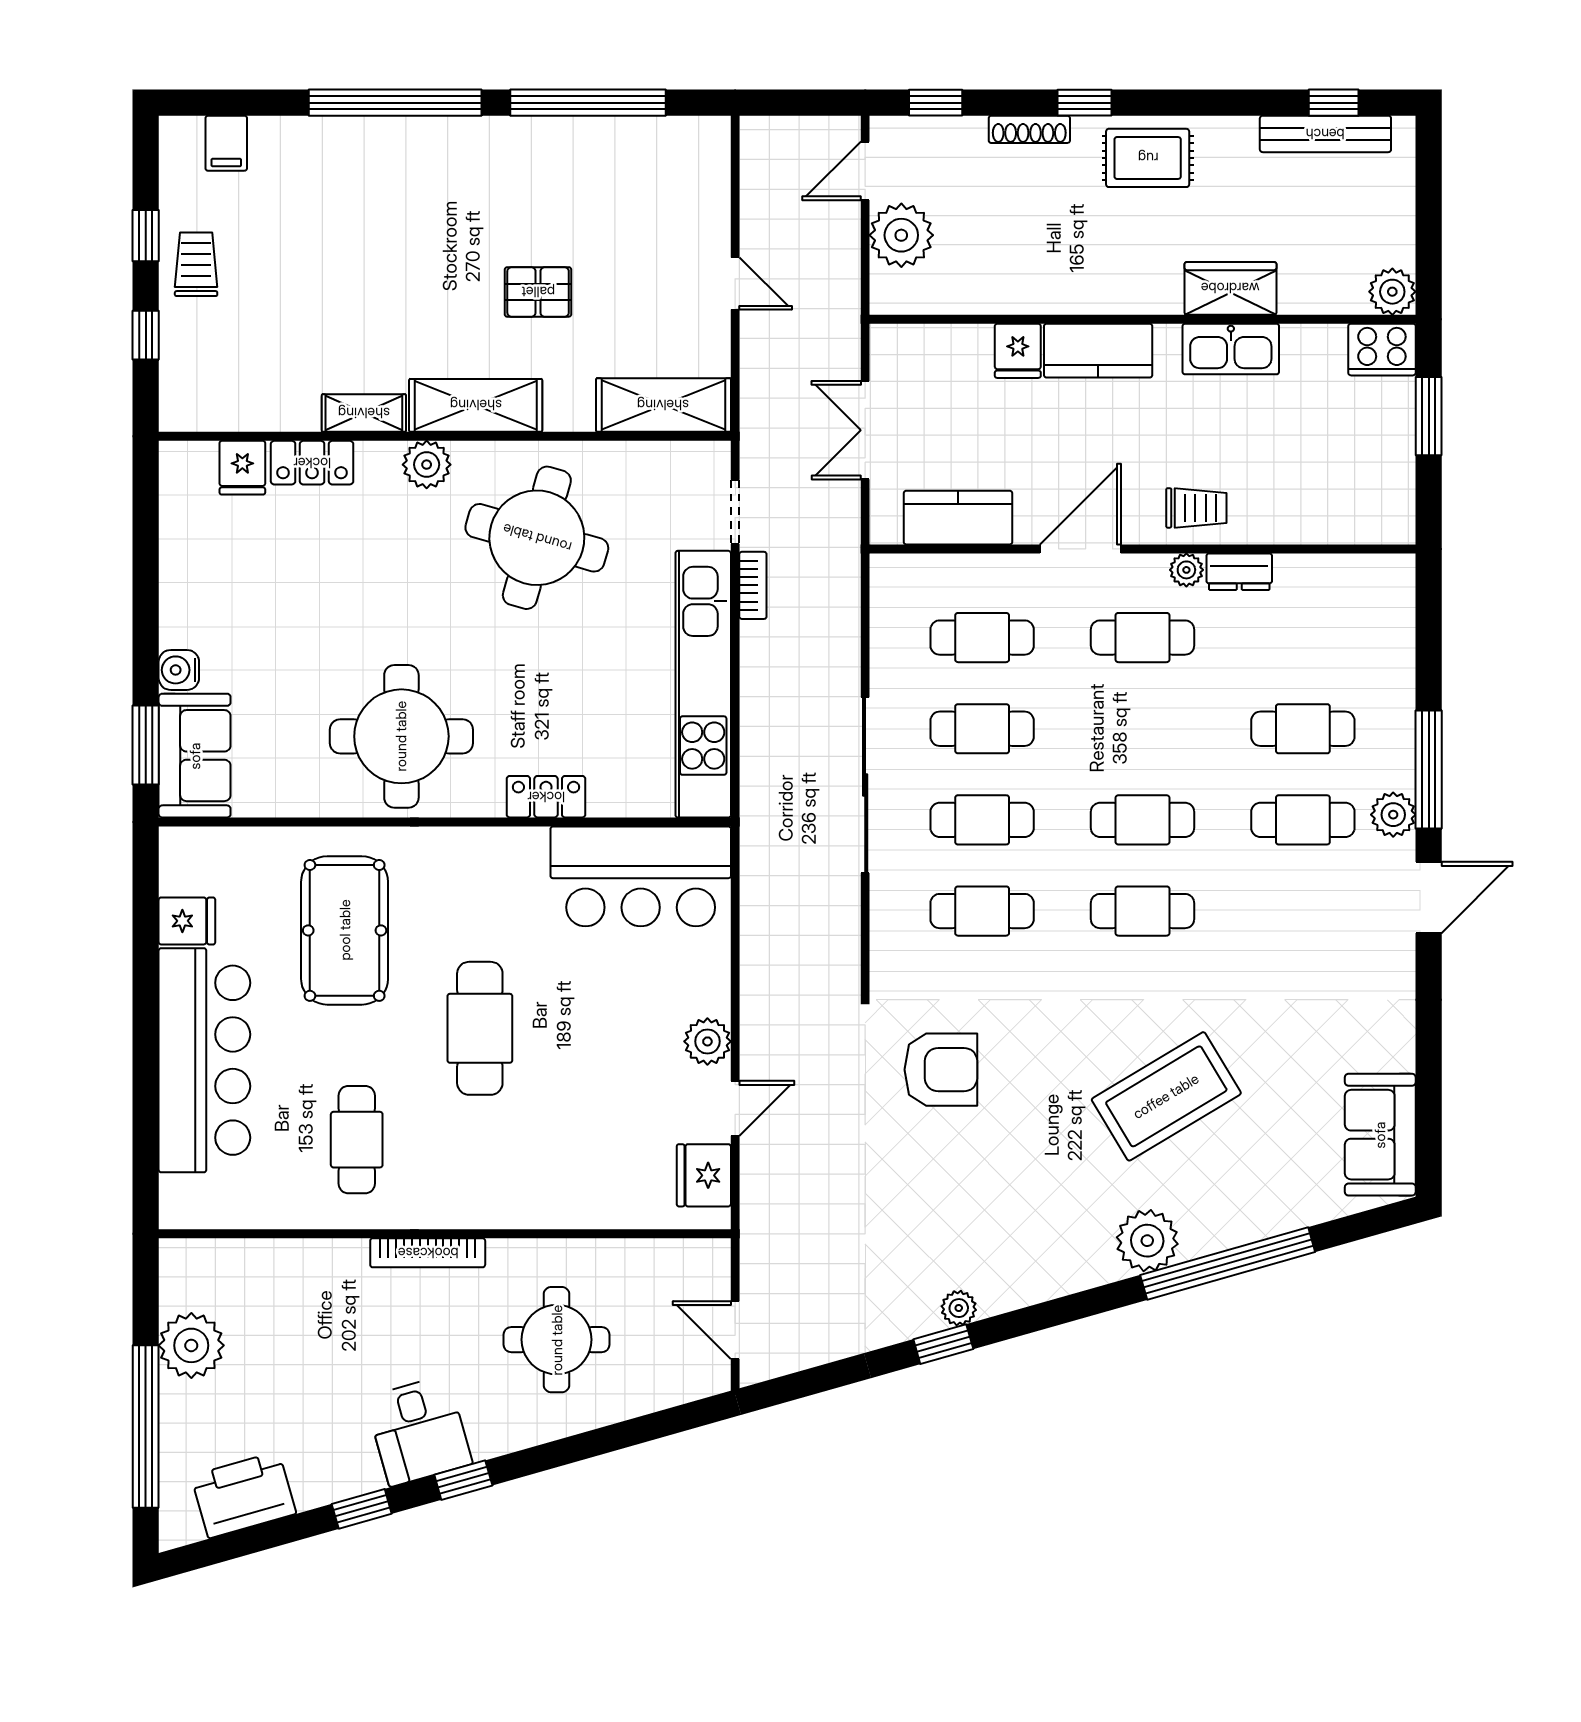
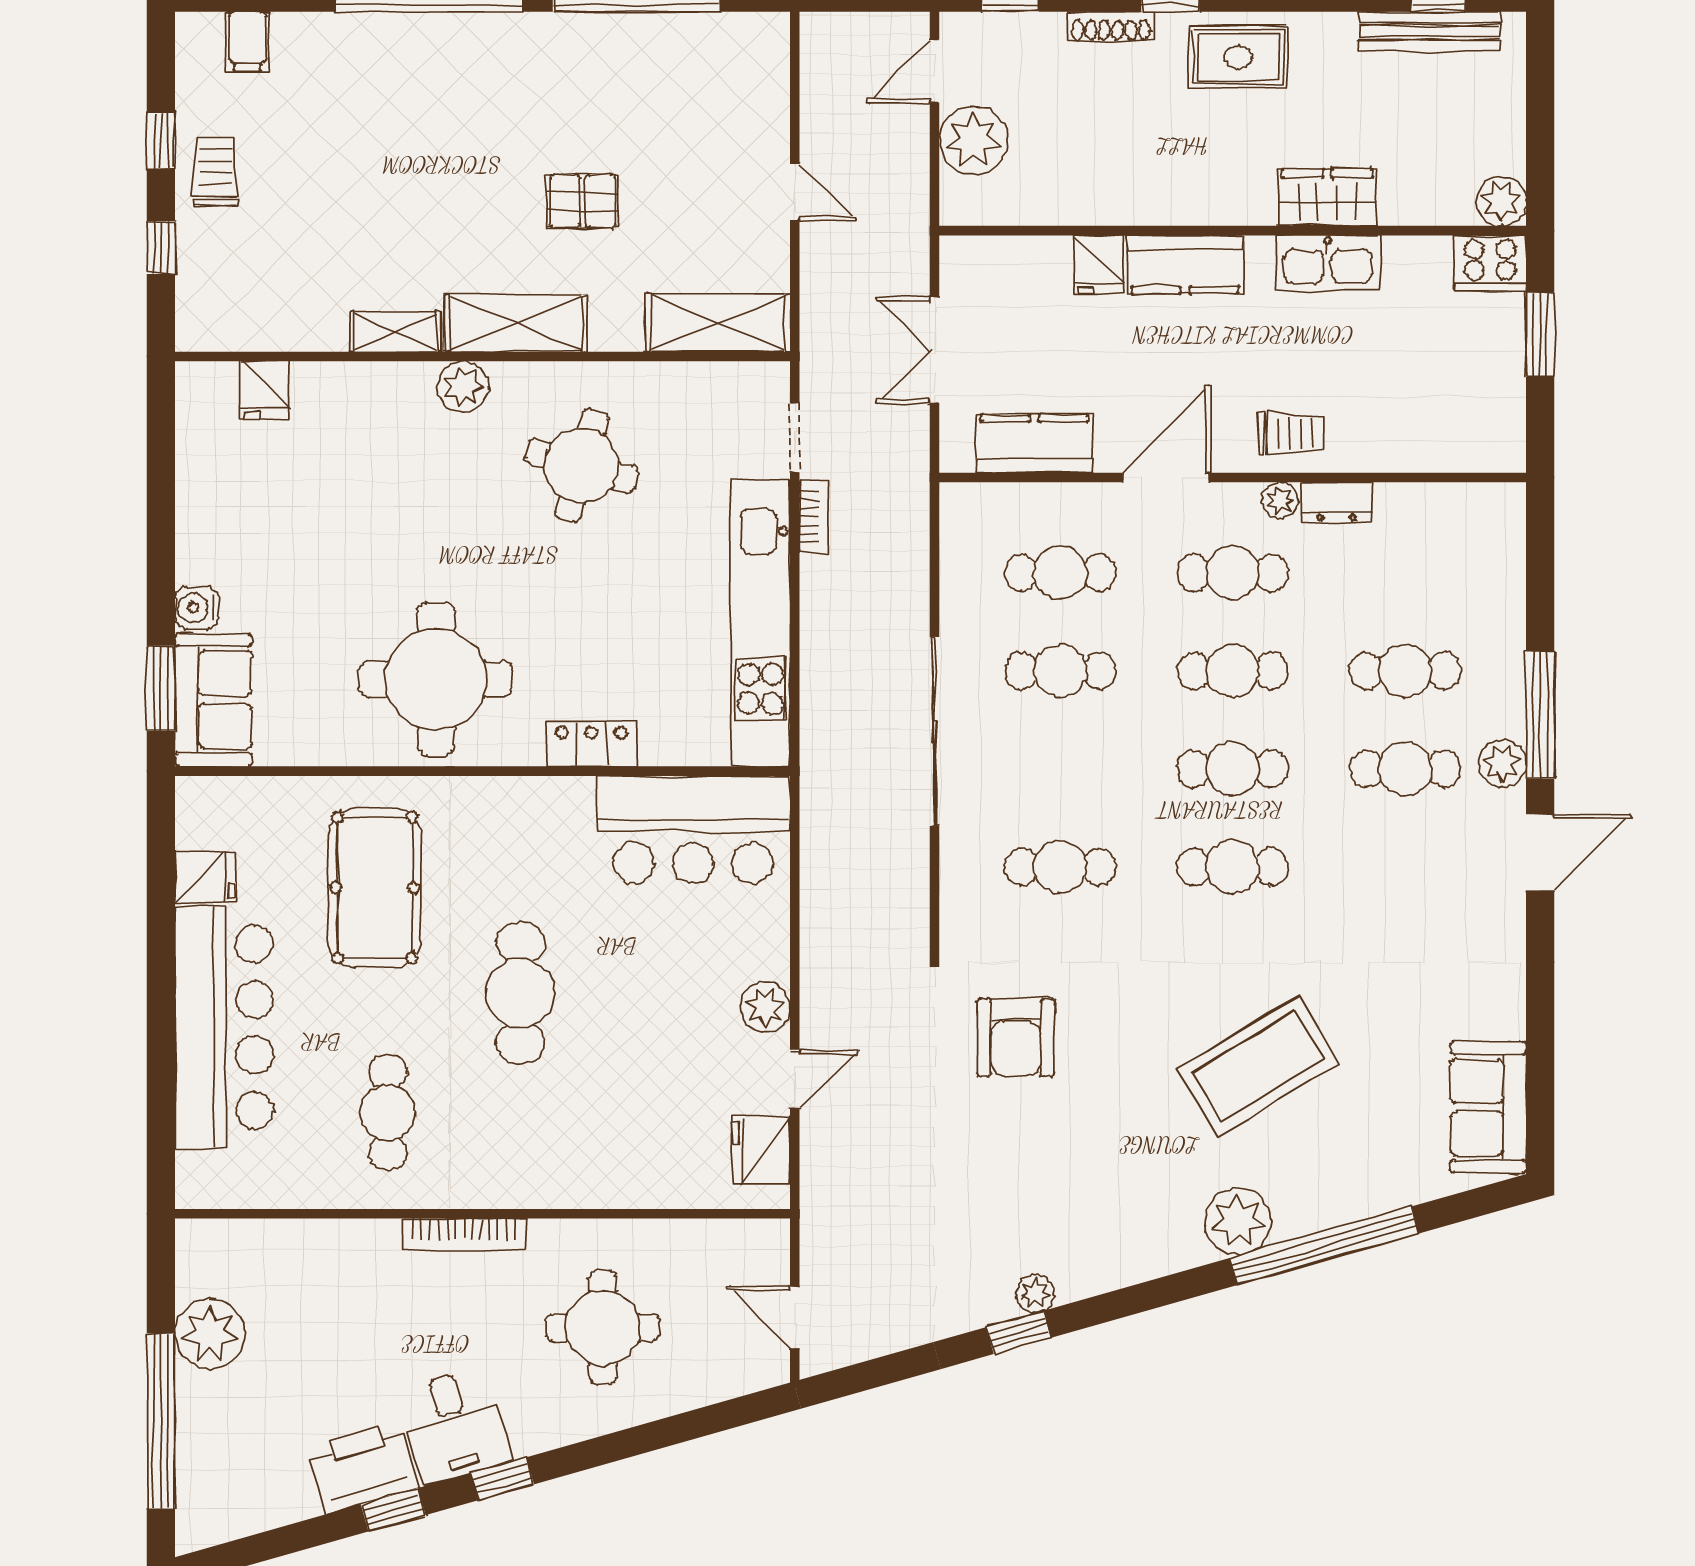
locker: (312, 463) -> (340, 385), removed
round table: (537, 538) -> (581, 466), width x0.73, depth x0.73
cafe table: (982, 820) -> (1233, 671), moved
armchair: (941, 1070) -> (1016, 1037), turned 90
printer: (244, 1495) -> (363, 1467), moved

